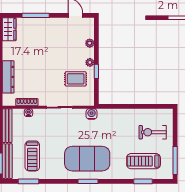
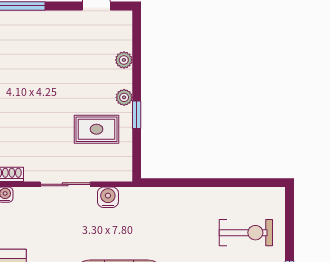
water cooler: (92, 114) -> (108, 197), moved
exercise bike: (153, 132) -> (246, 233), turned 180

